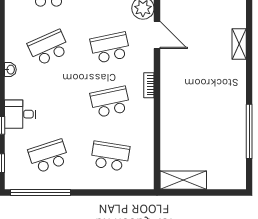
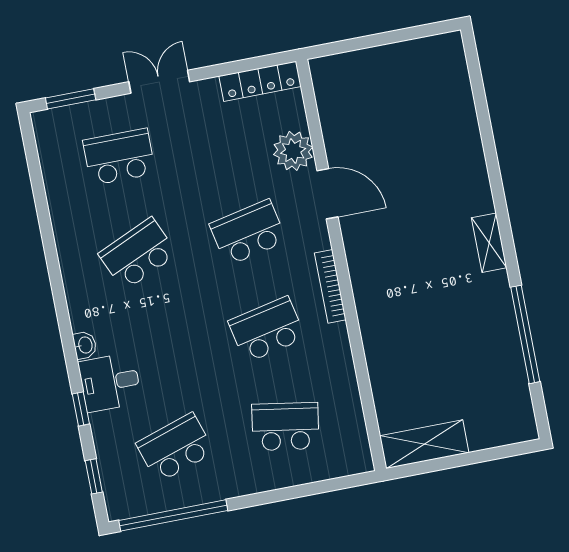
shelving: (239, 44) -> (489, 243), moved
washbasin: (10, 70) -> (85, 345), moved
bookcase: (149, 85) -> (330, 286), width x1.56

